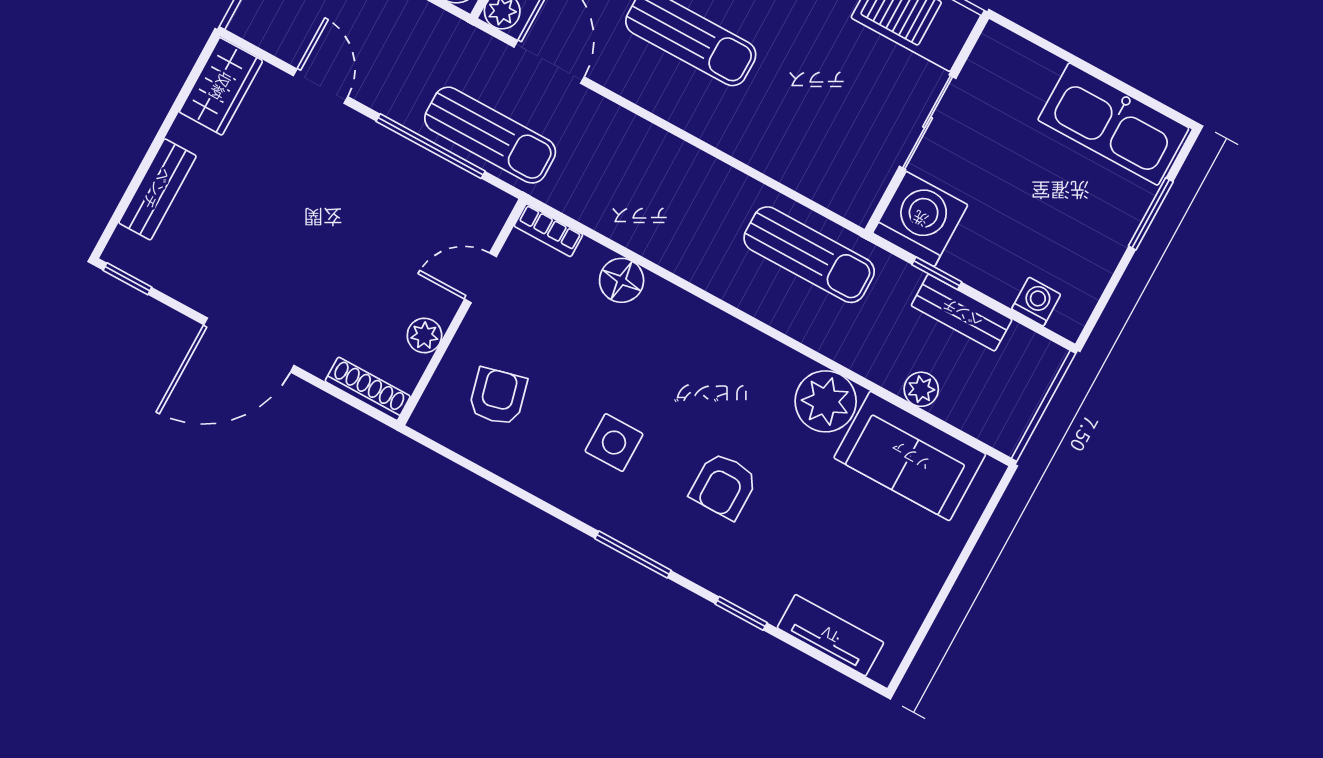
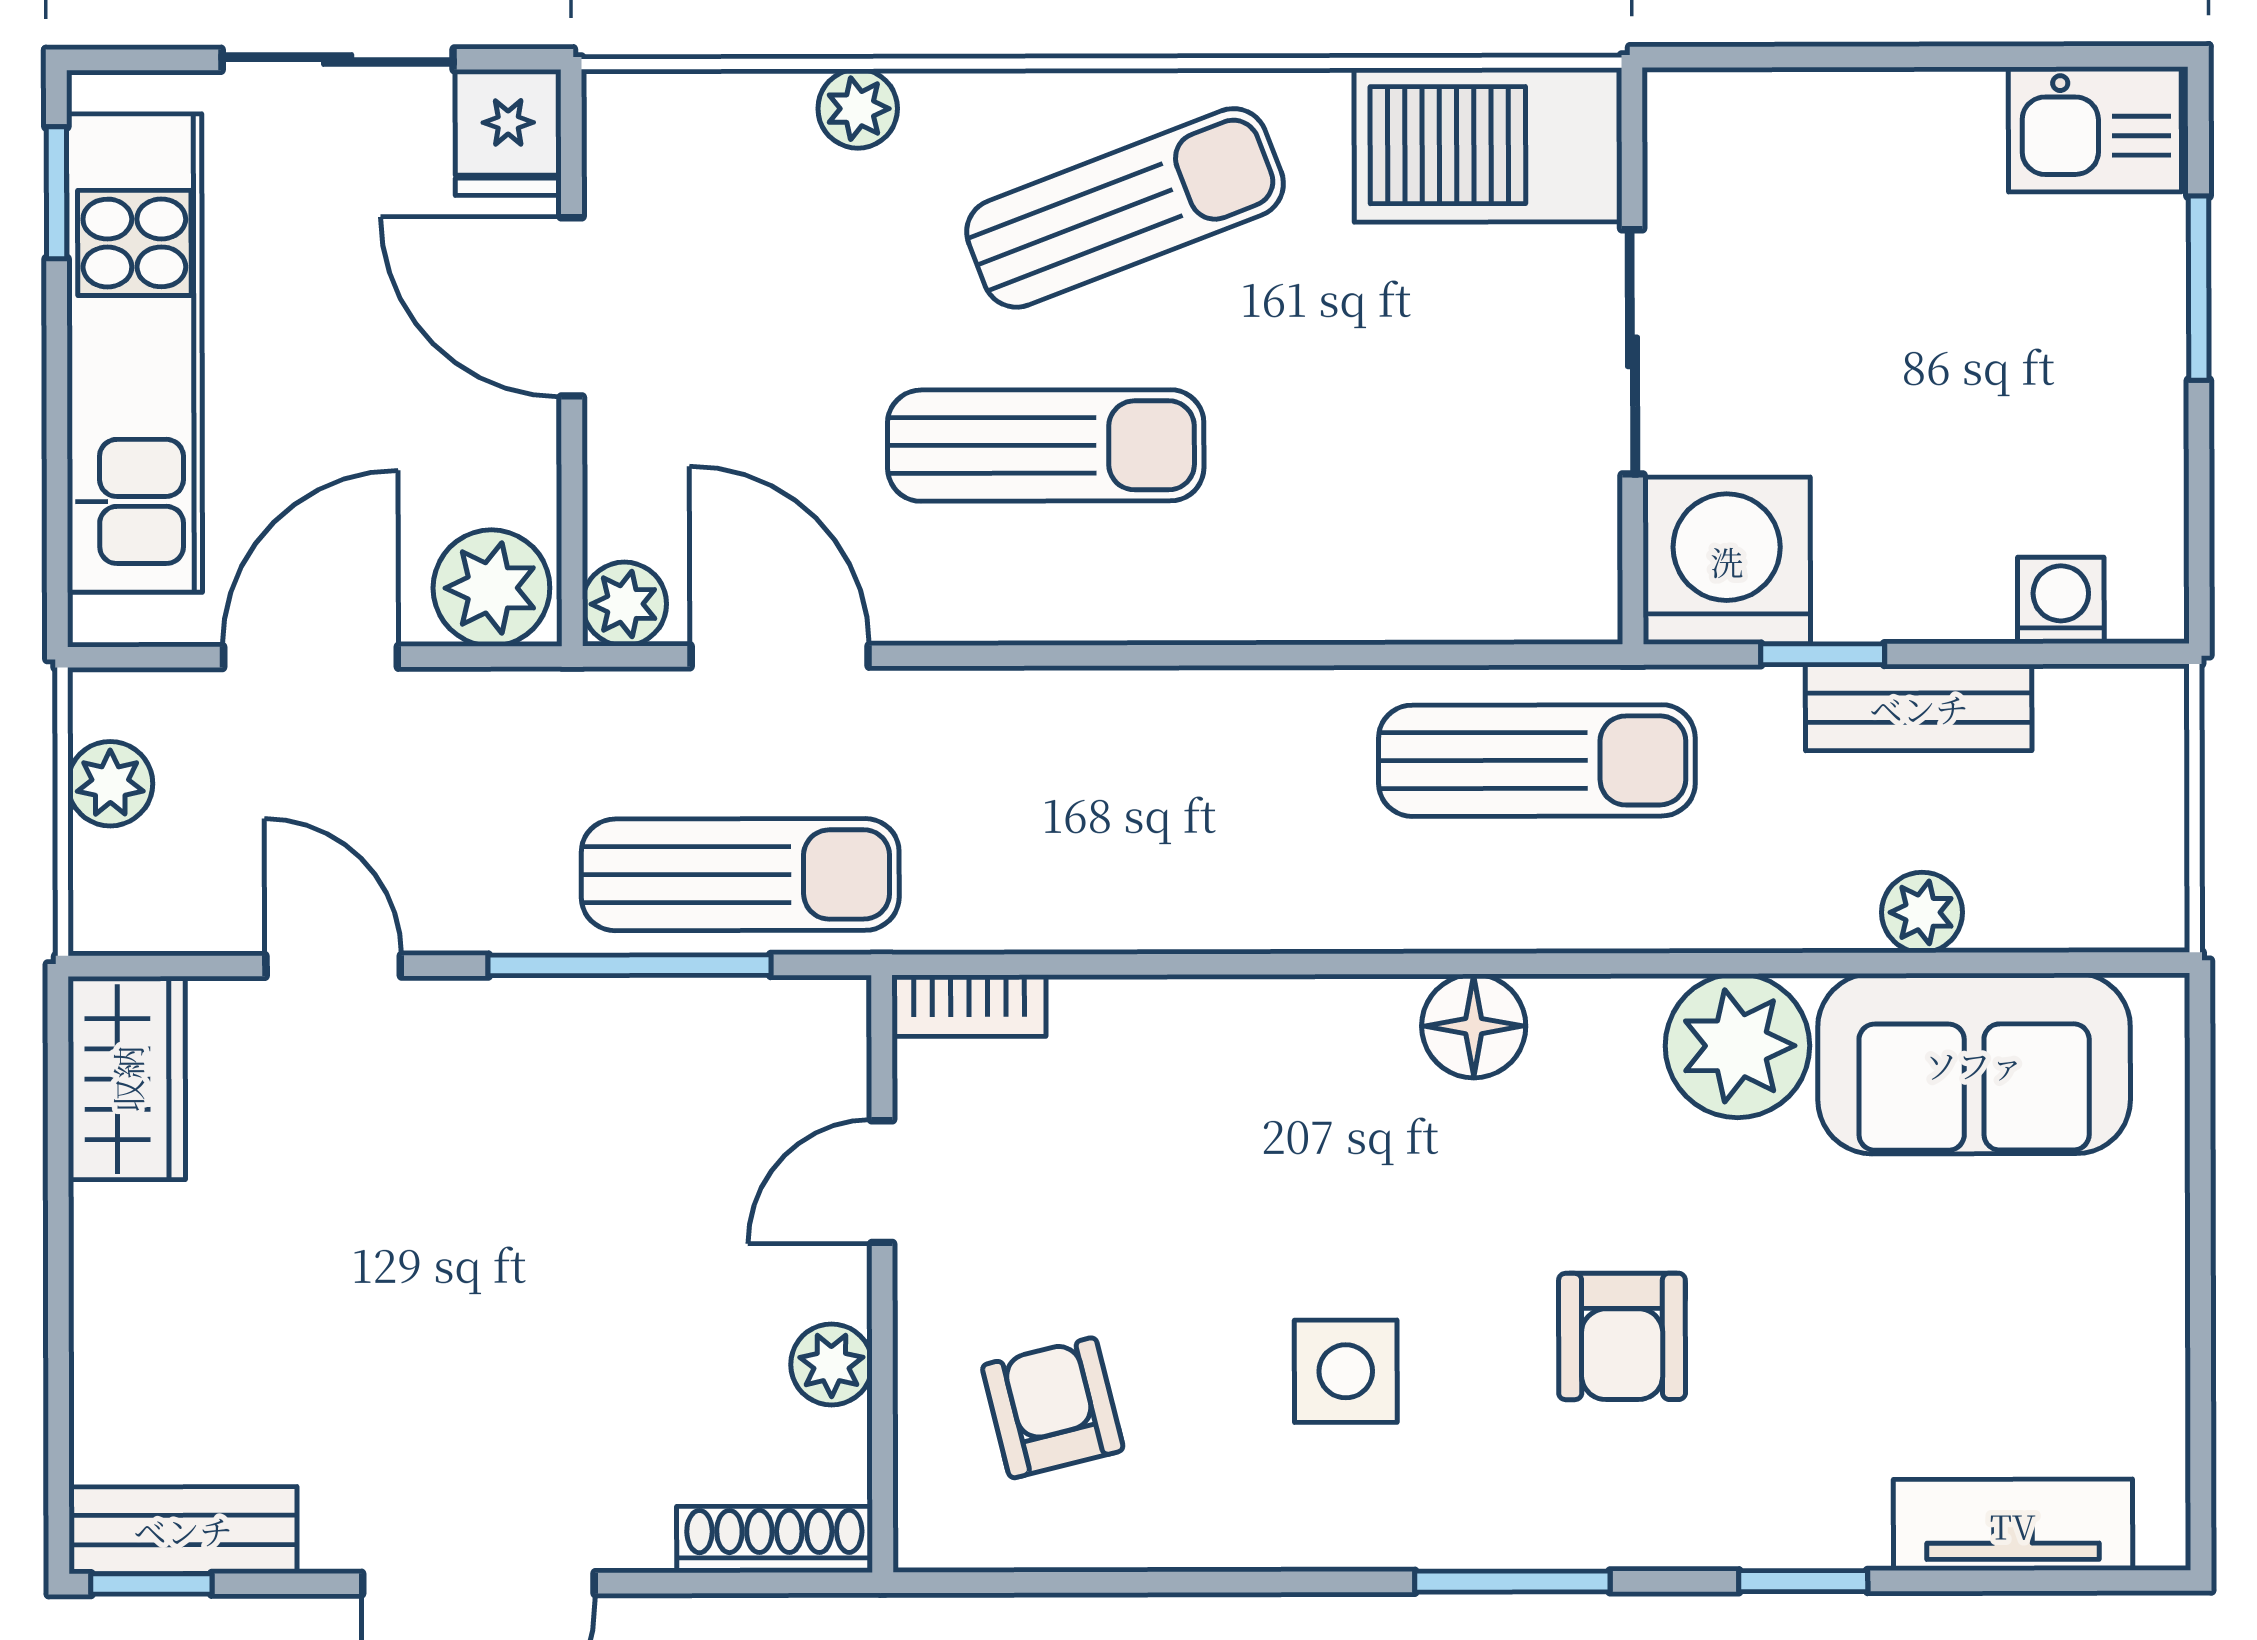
kitchen sink: (1113, 124) -> (2095, 129), width x0.53, depth x0.81
bench: (157, 189) -> (183, 1530), moved, turned 90
floor lamp: (622, 280) -> (1474, 1026), moved

